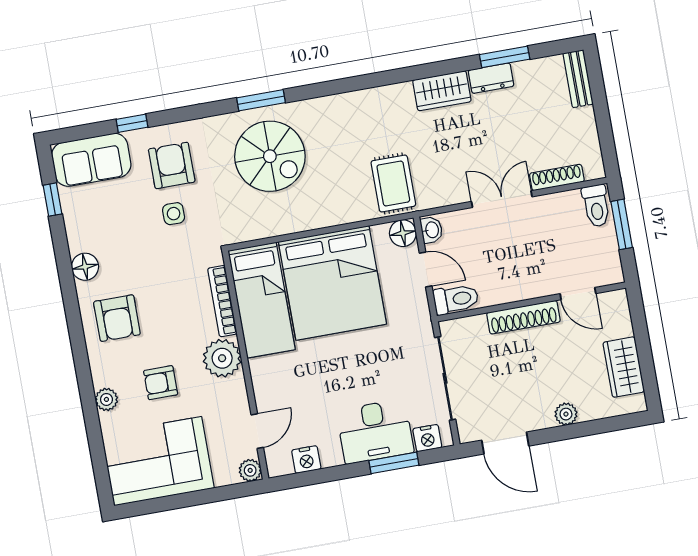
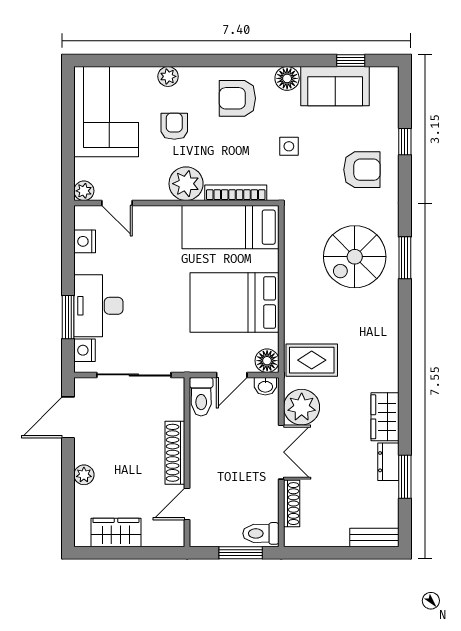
sofa: (91, 160) -> (335, 86), moved, turned -90
plant: (448, 186) -> (302, 407), added
side table: (174, 214) -> (289, 146), moved
bed: (332, 283) -> (235, 302), width x0.73

